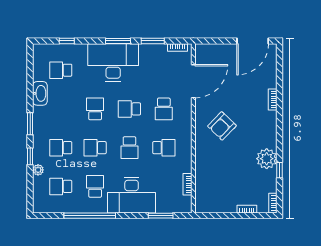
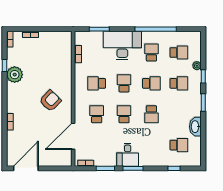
desk: (113, 62) -> (128, 155), width x0.53, depth x0.77
school desk: (129, 109) -> (124, 114), turned -90
school desk: (95, 186) -> (151, 53), turned 180

